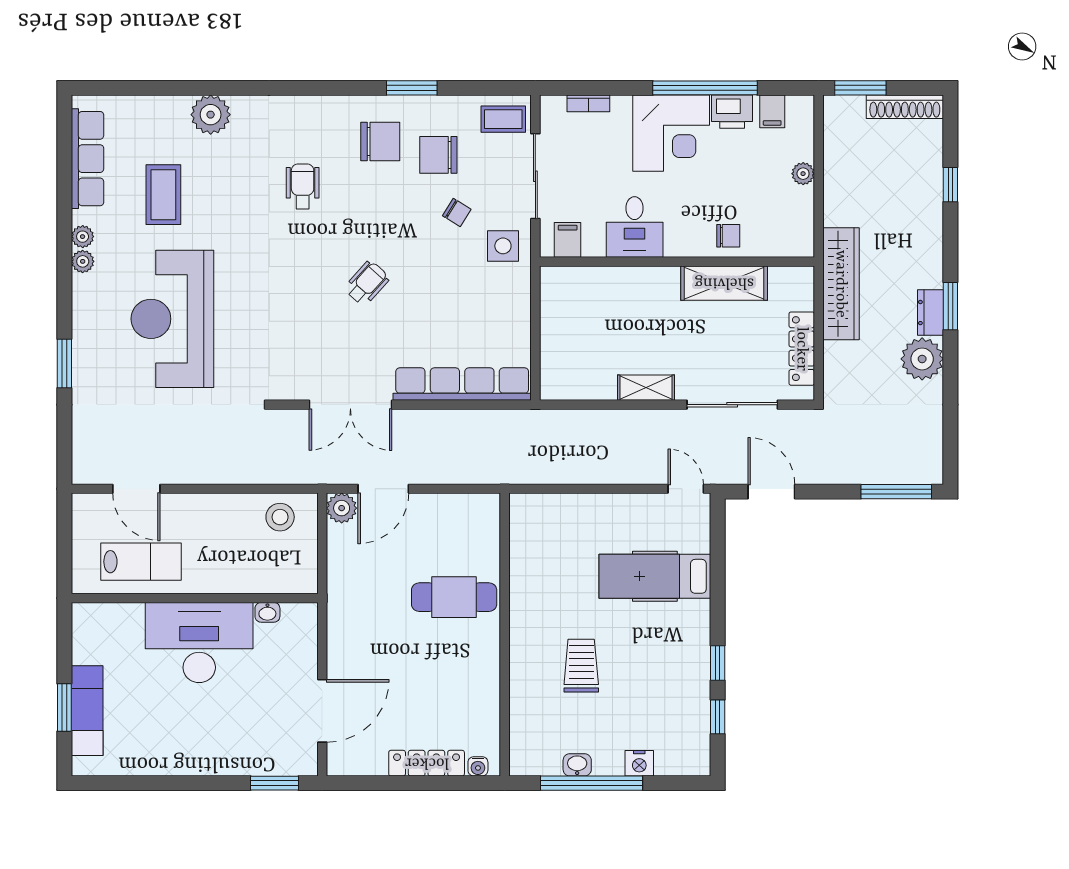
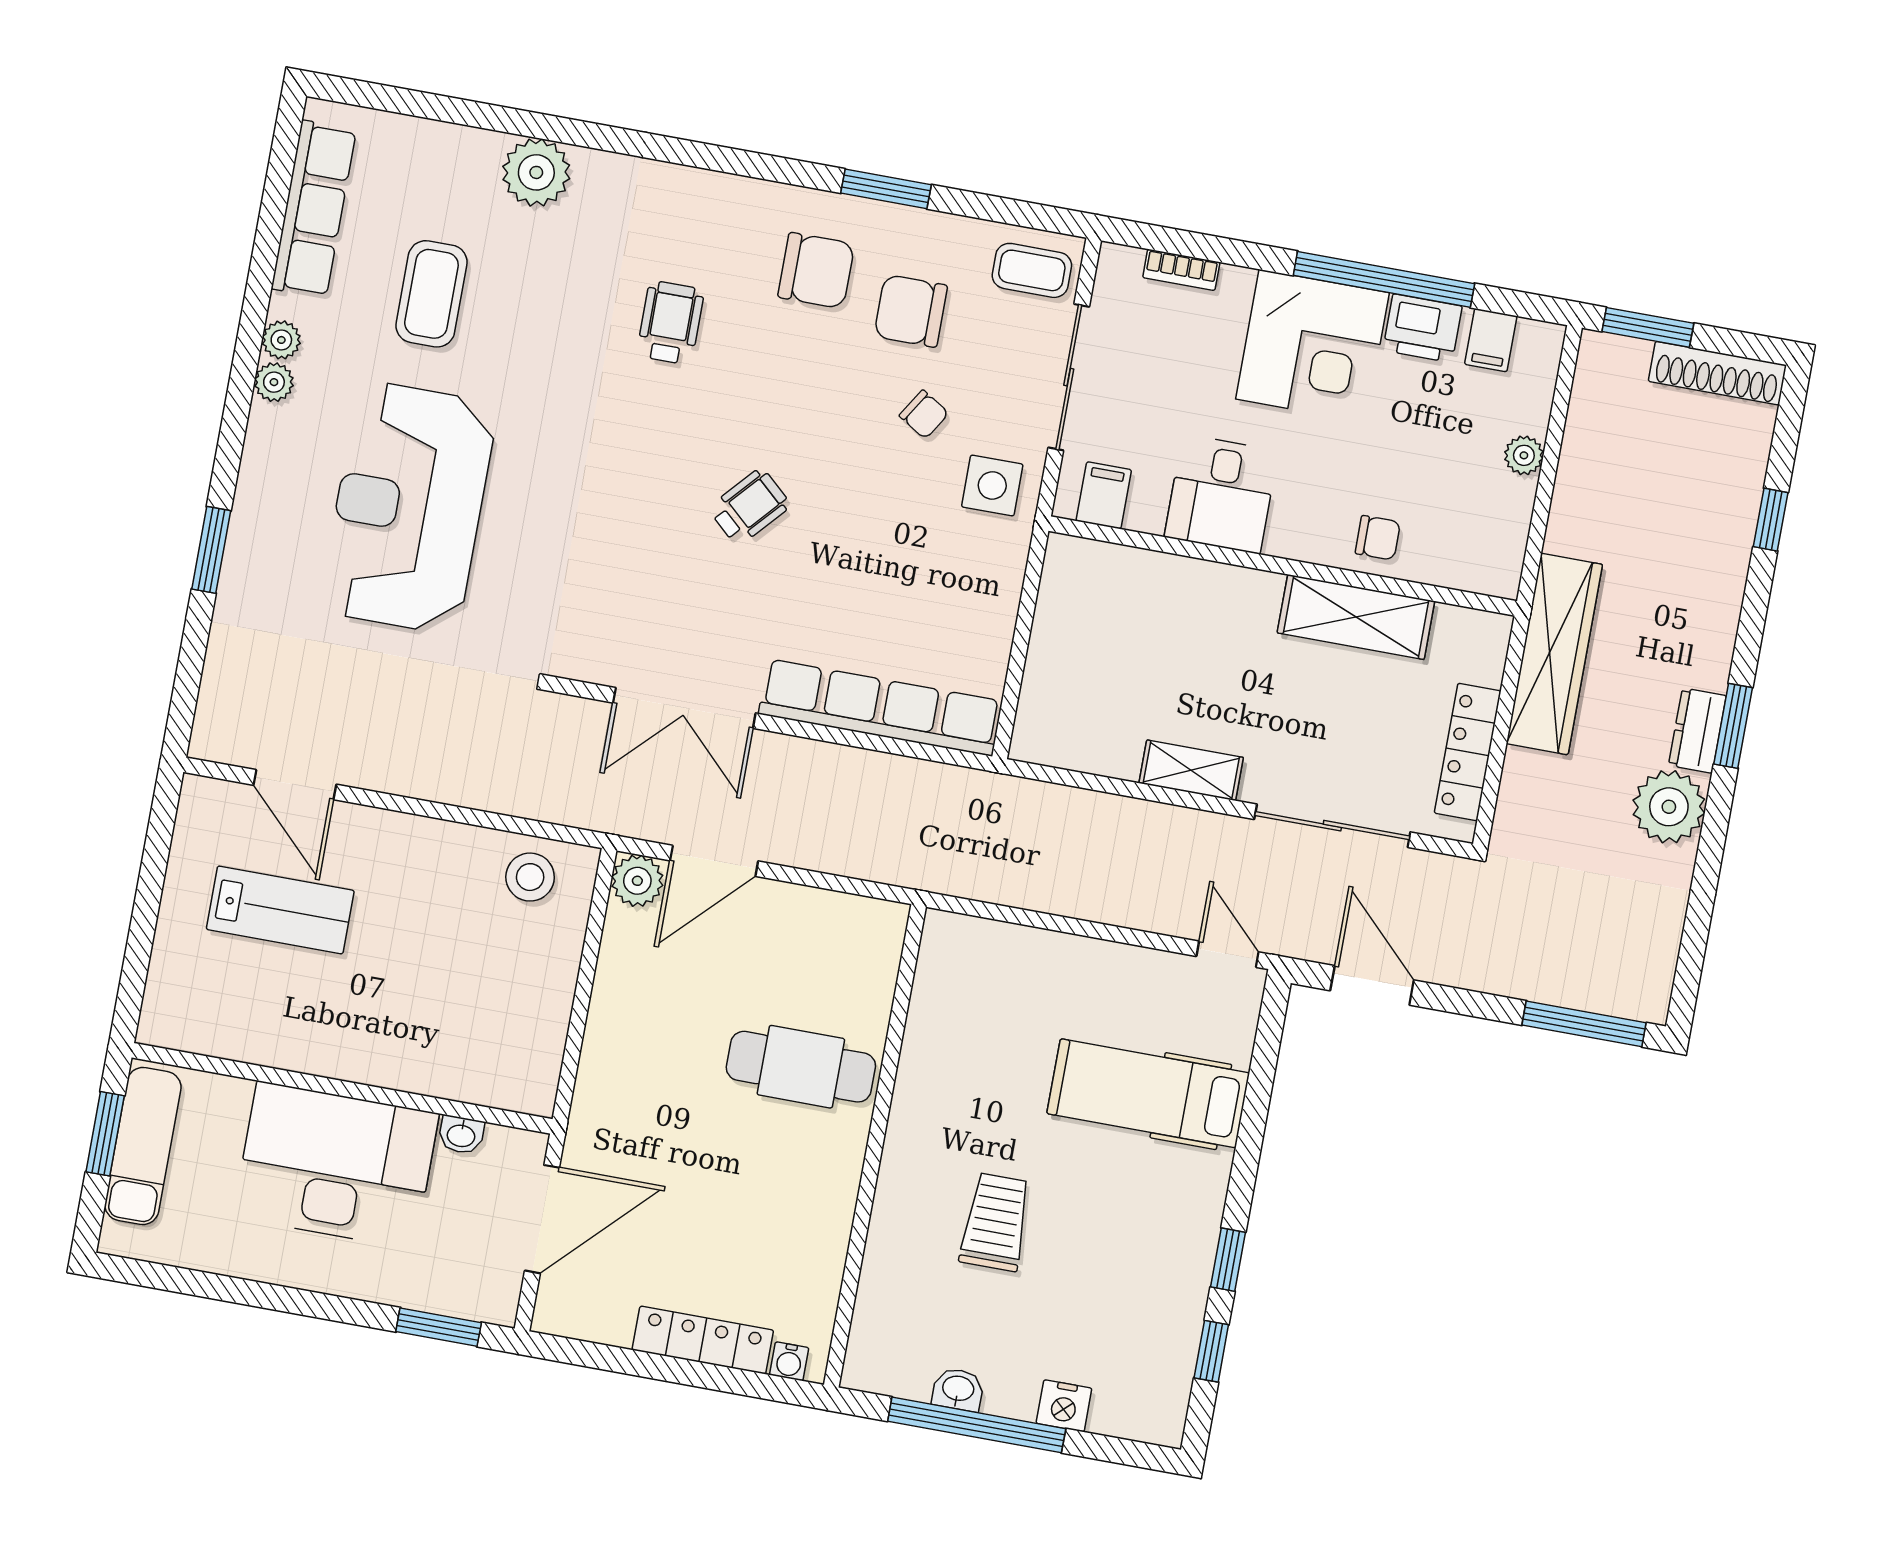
wall: (195, 598) -> (342, 1088), moved
washbasin: (267, 612) -> (461, 1135), moved
desk: (199, 643) -> (336, 1165), moved

